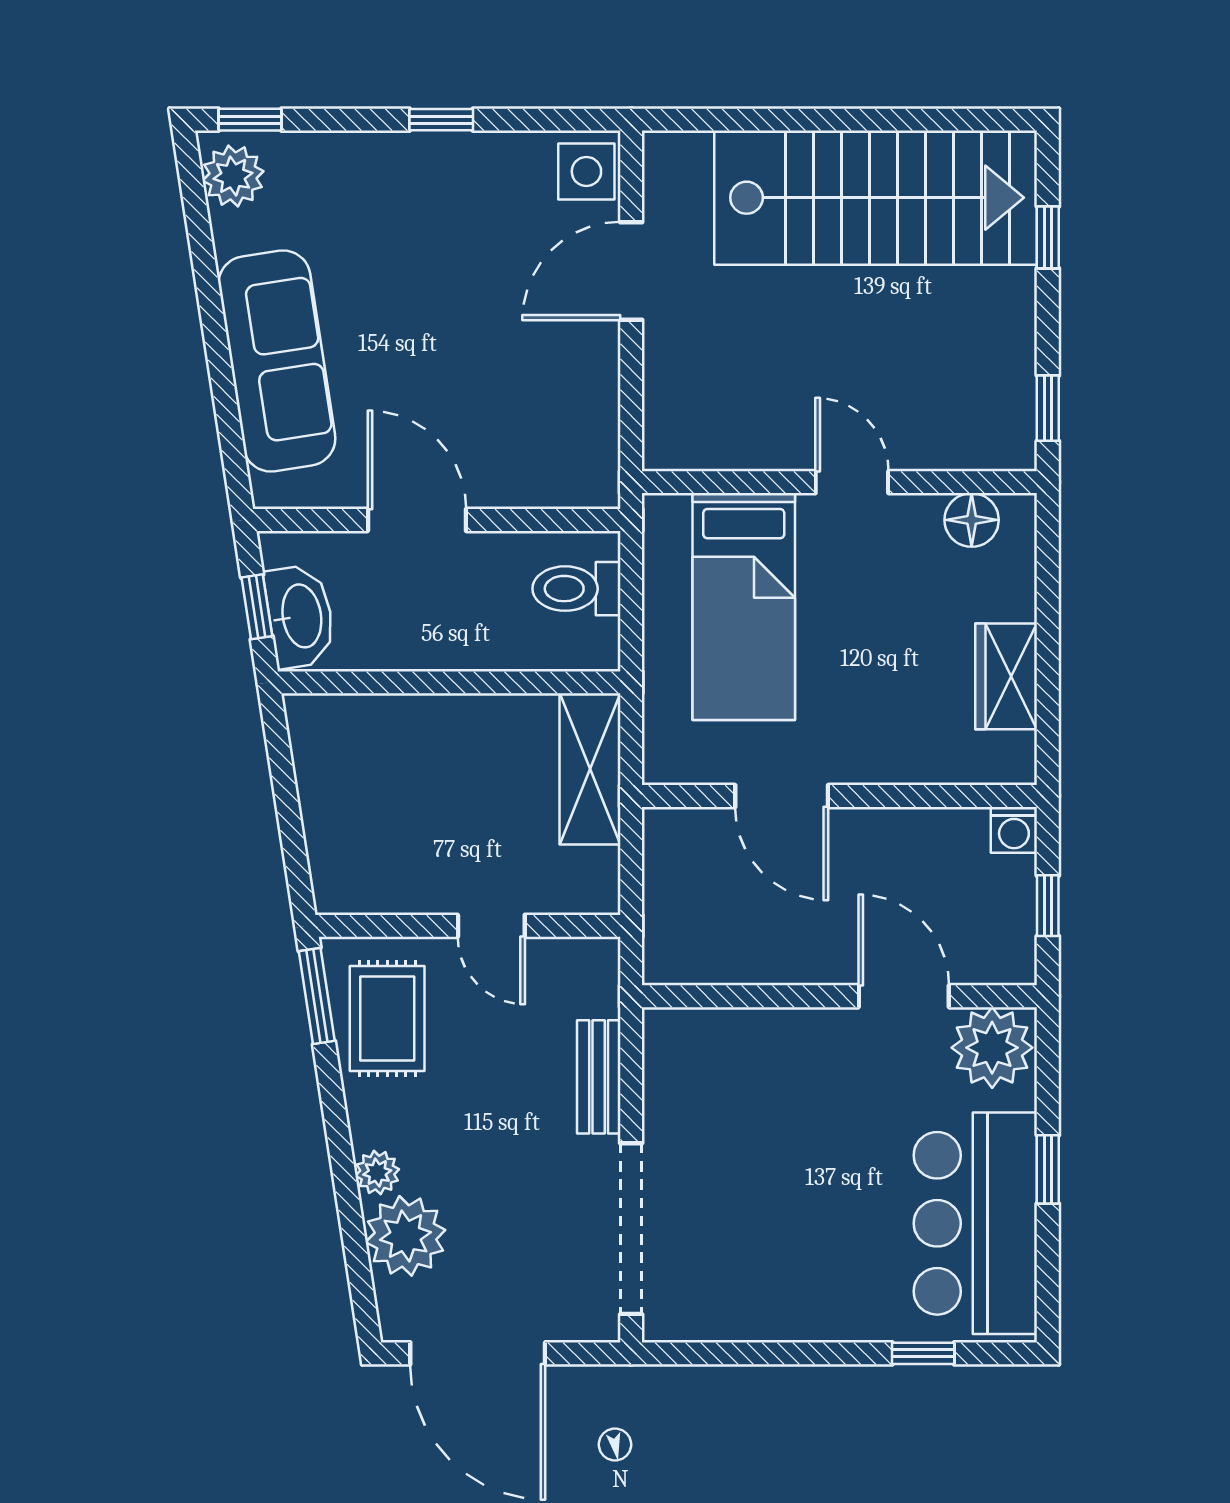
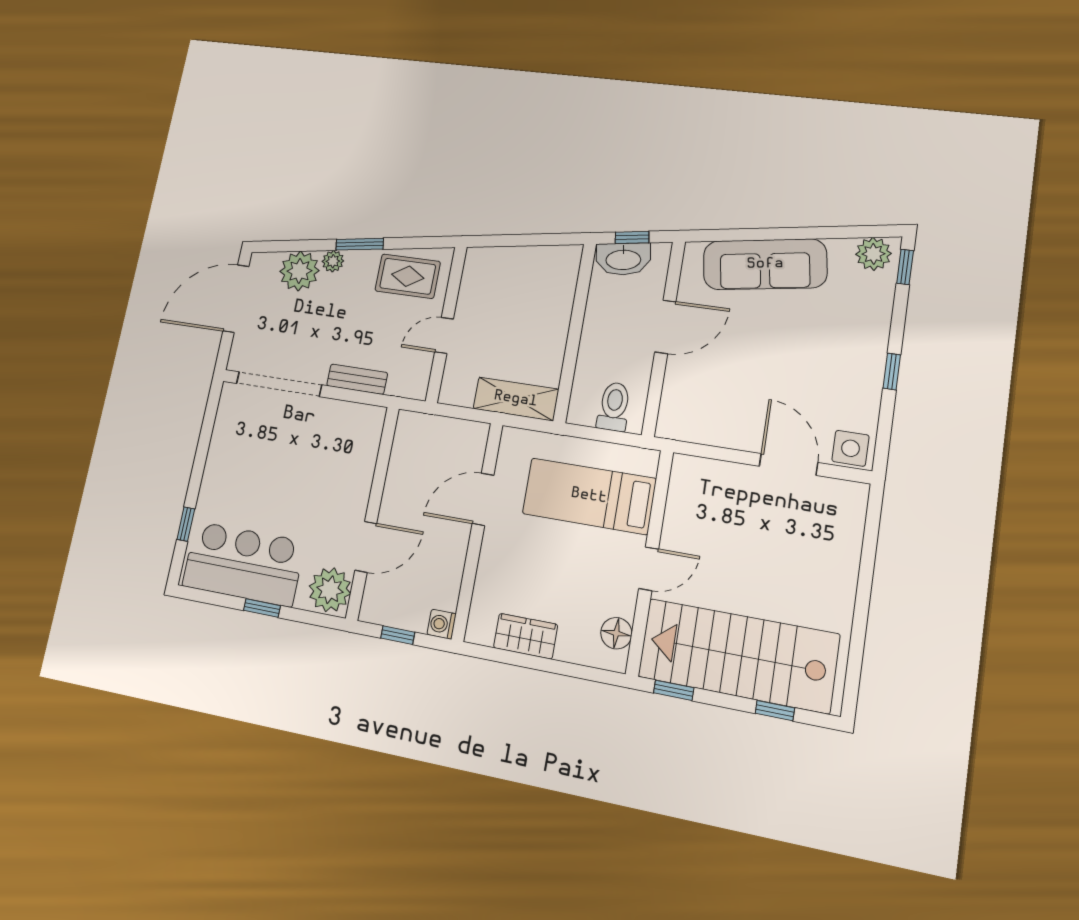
stairs: (876, 198) -> (738, 655), moved, turned 90
window: (317, 996) -> (360, 244), moved

